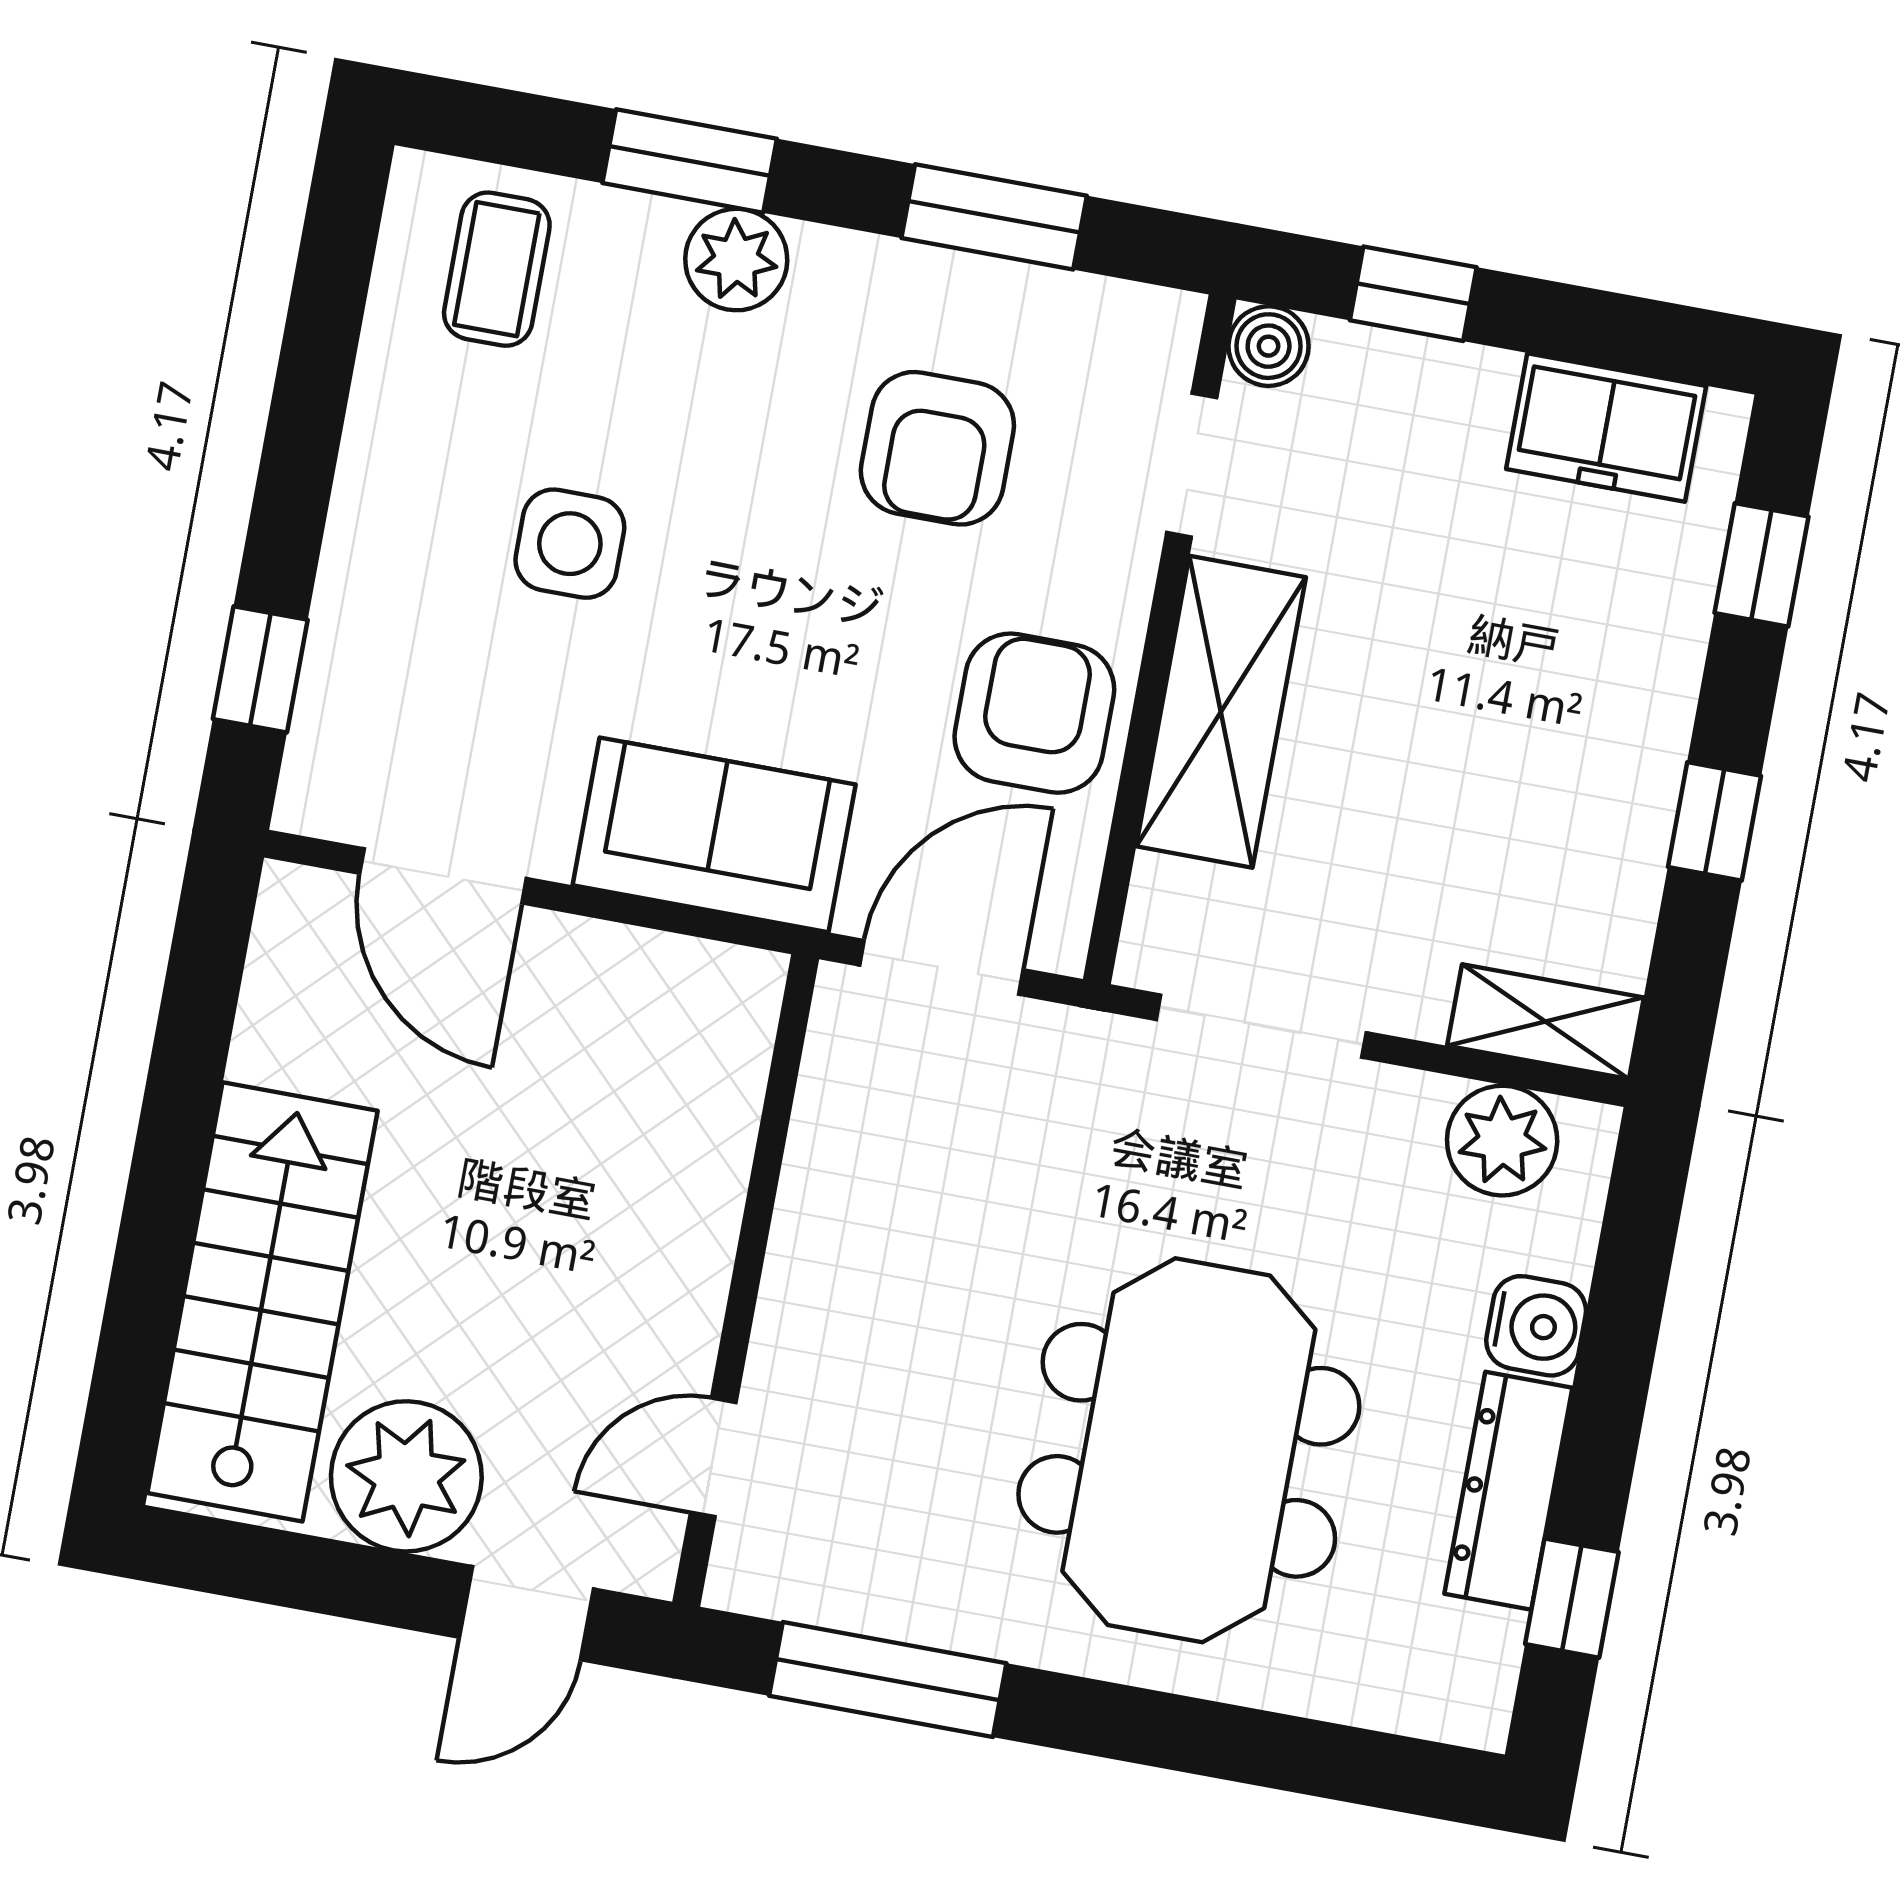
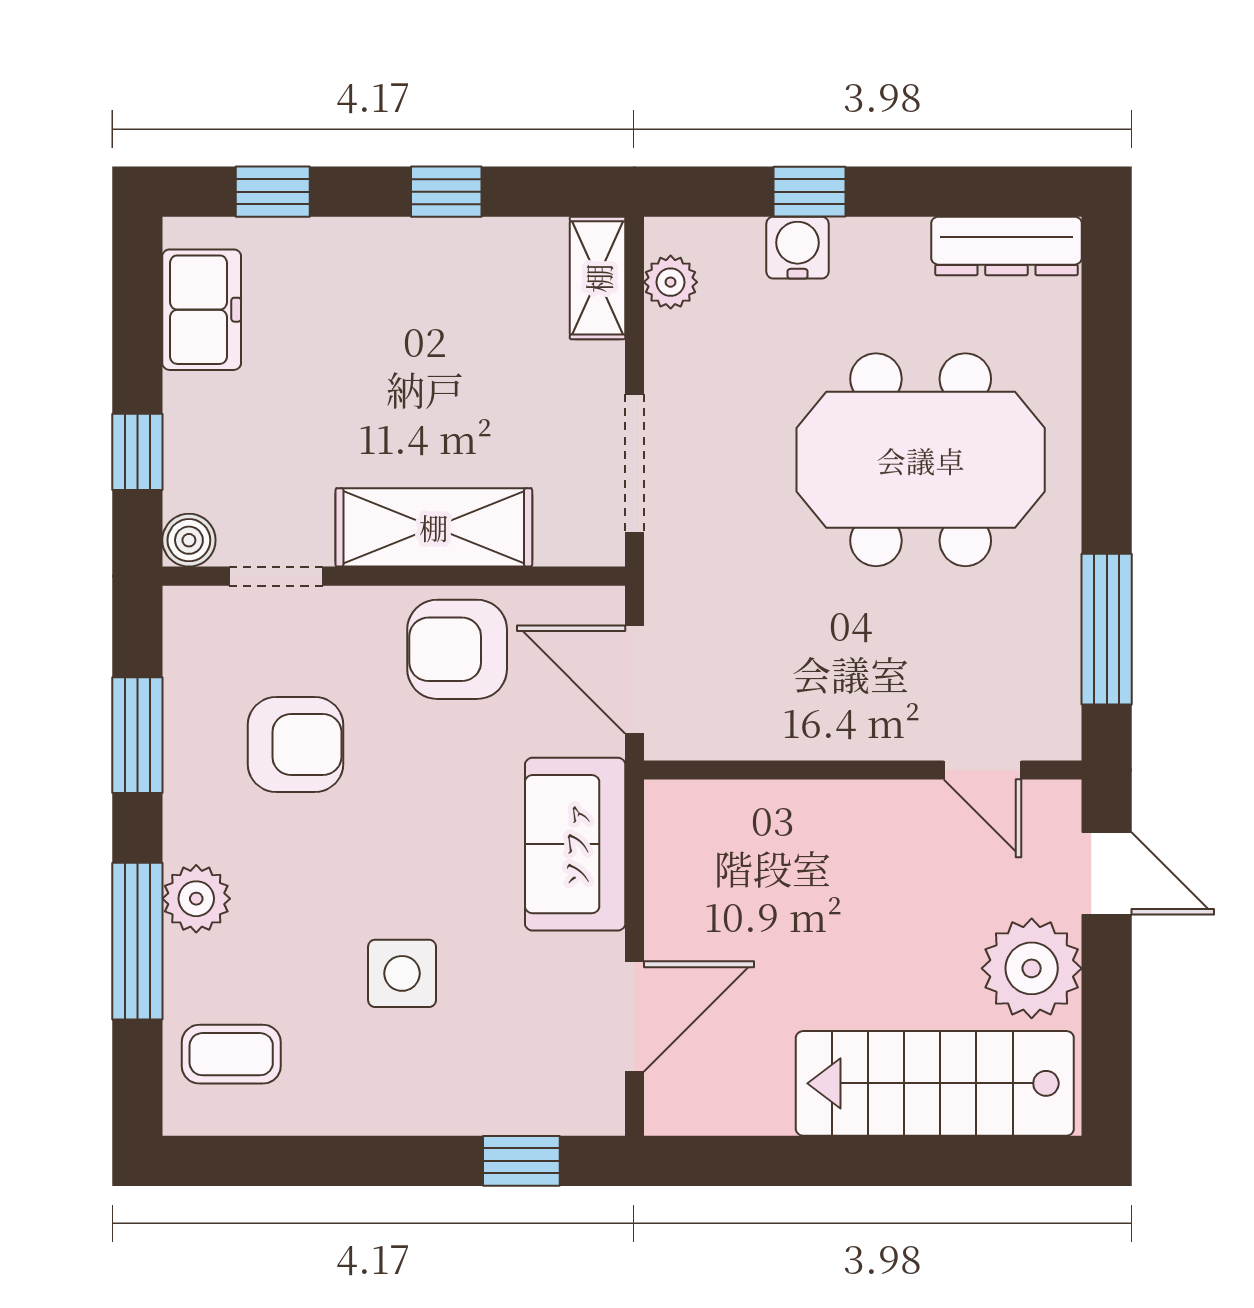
window: (690, 161) -> (137, 941), width x1.44
plant: (1502, 1141) -> (671, 282), width x0.73, depth x0.73
dresser: (1508, 1491) -> (1006, 246), moved
window: (1572, 1598) -> (810, 192), moved

